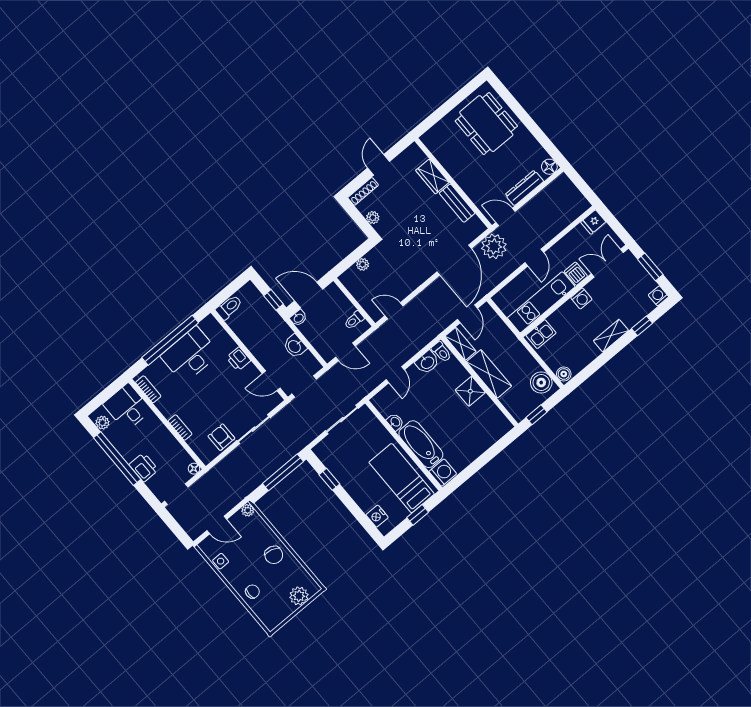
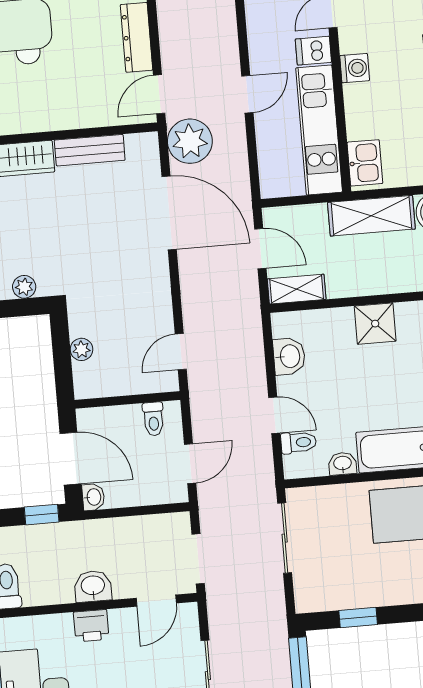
door: (534, 258) -> (247, 94), hinge flipped
door: (309, 295) -> (71, 459), swing flipped
washbasin: (295, 346) -> (93, 586), moved, turned 180
toilet: (441, 352) -> (299, 442), moved
shelving: (489, 374) -> (371, 216), moved

